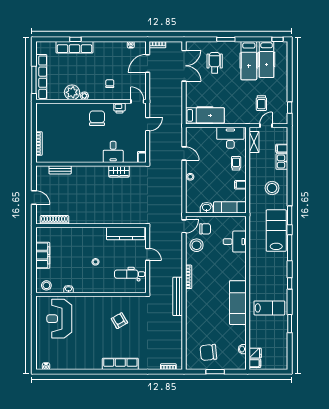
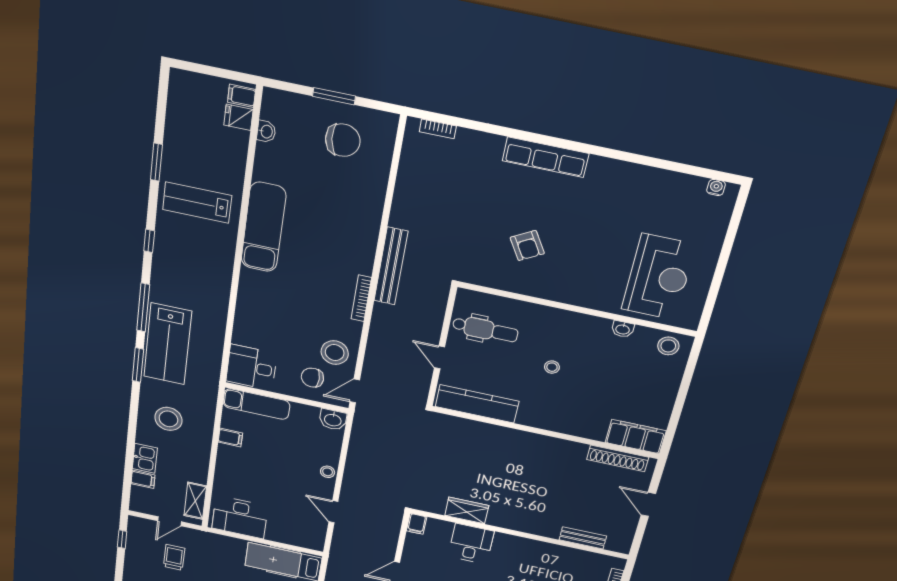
trolley: (236, 163) -> (234, 475), removed
washbasin: (207, 208) -> (333, 420), moved
desk: (235, 242) -> (252, 367), moved
filing cabinet: (43, 255) -> (636, 437), moved, turned 90

